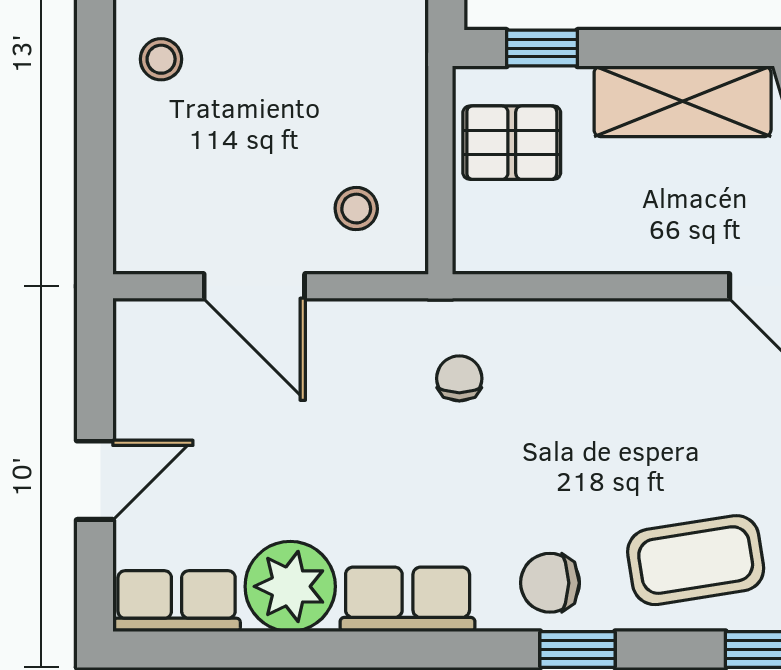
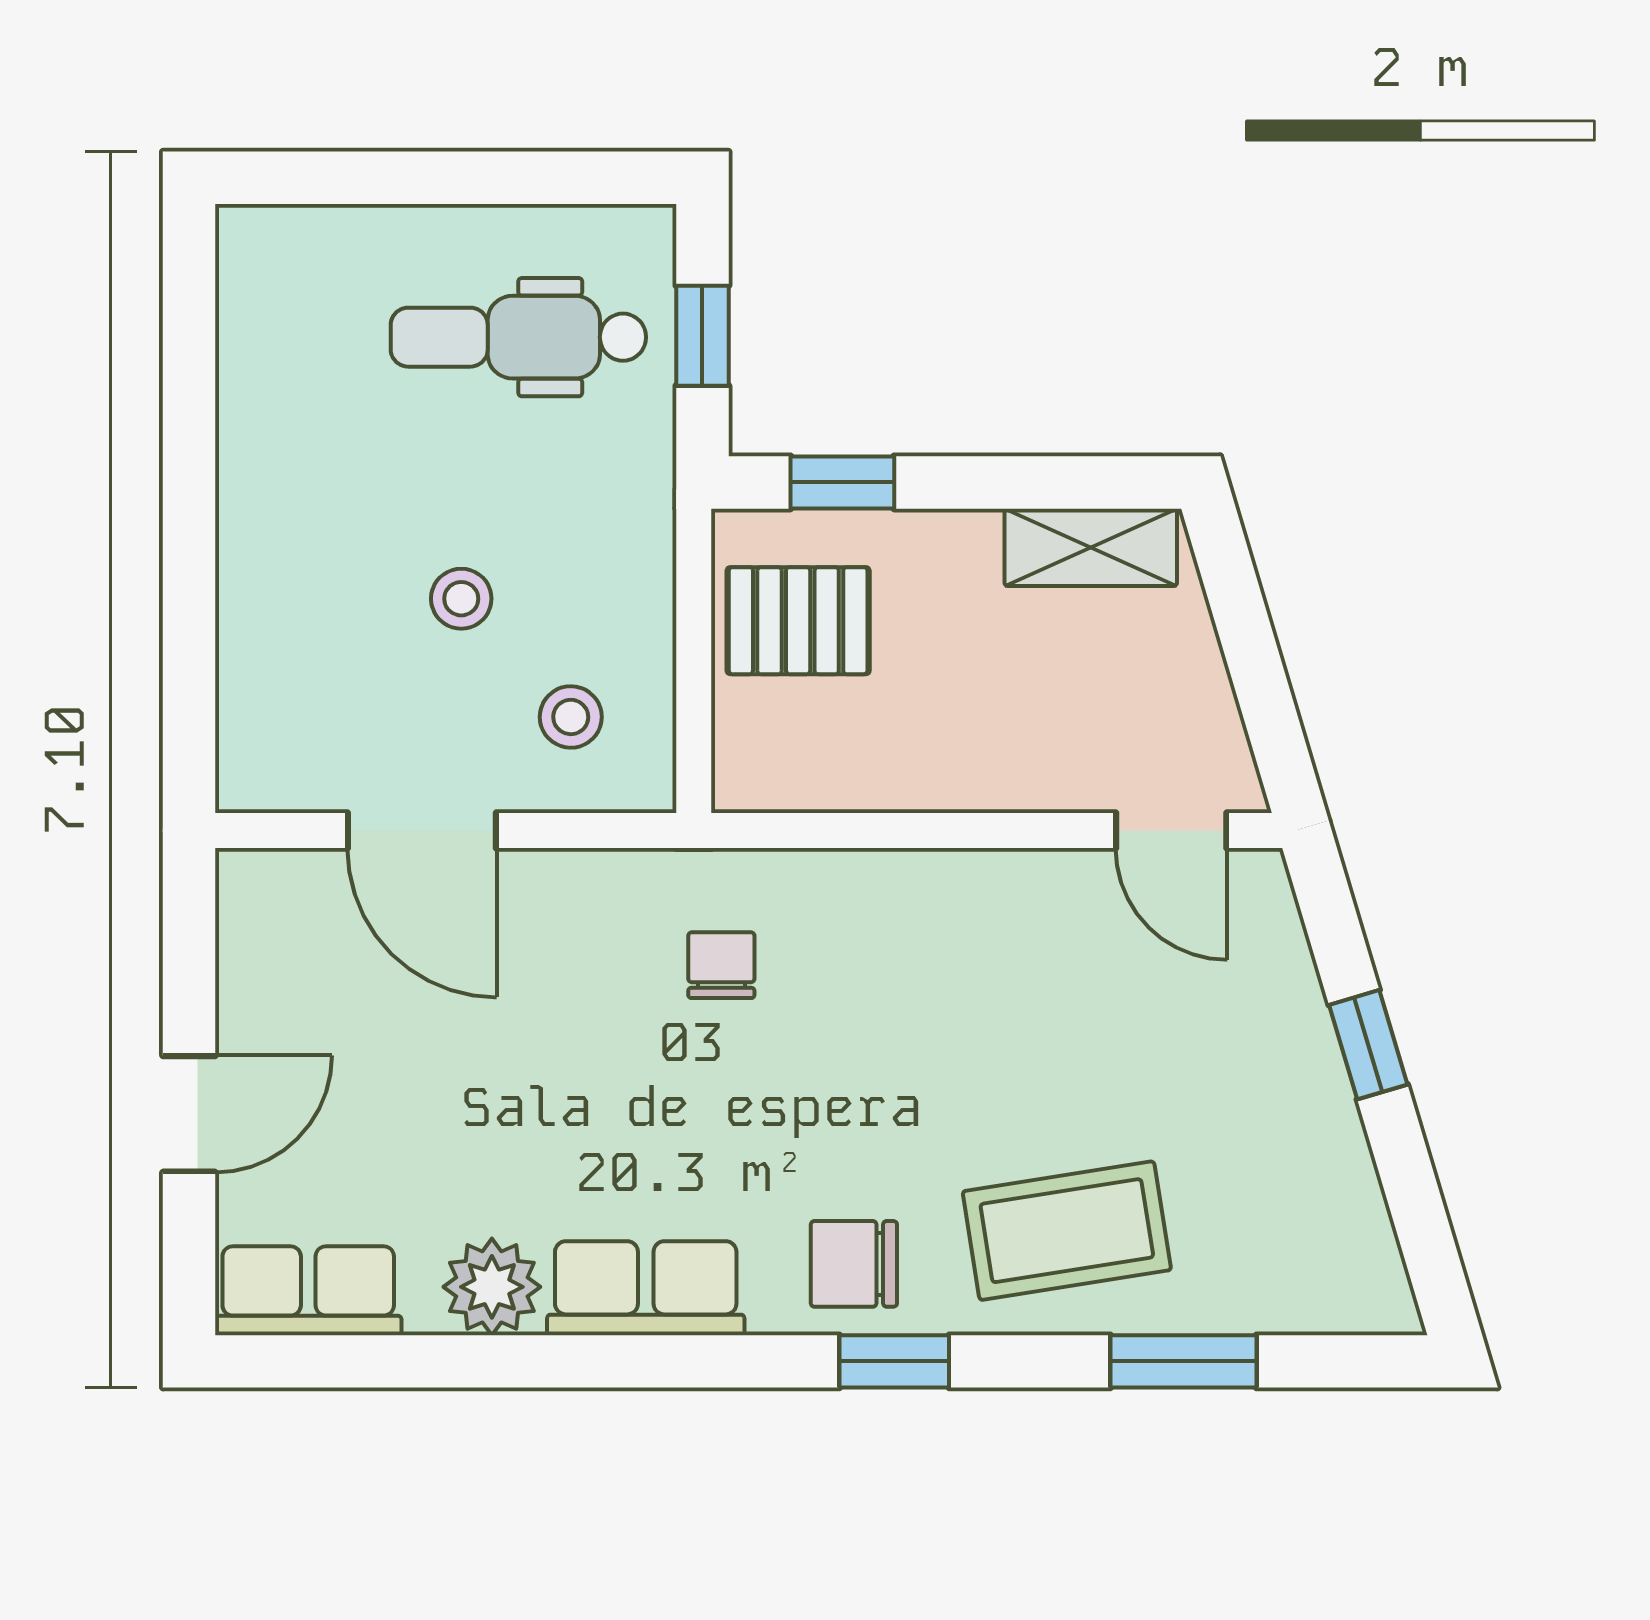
stool: (161, 59) -> (461, 599), moved
shelving: (683, 101) -> (1091, 547), width x0.67, depth x0.75
plant: (290, 586) -> (492, 1287), width x0.73, depth x0.73

